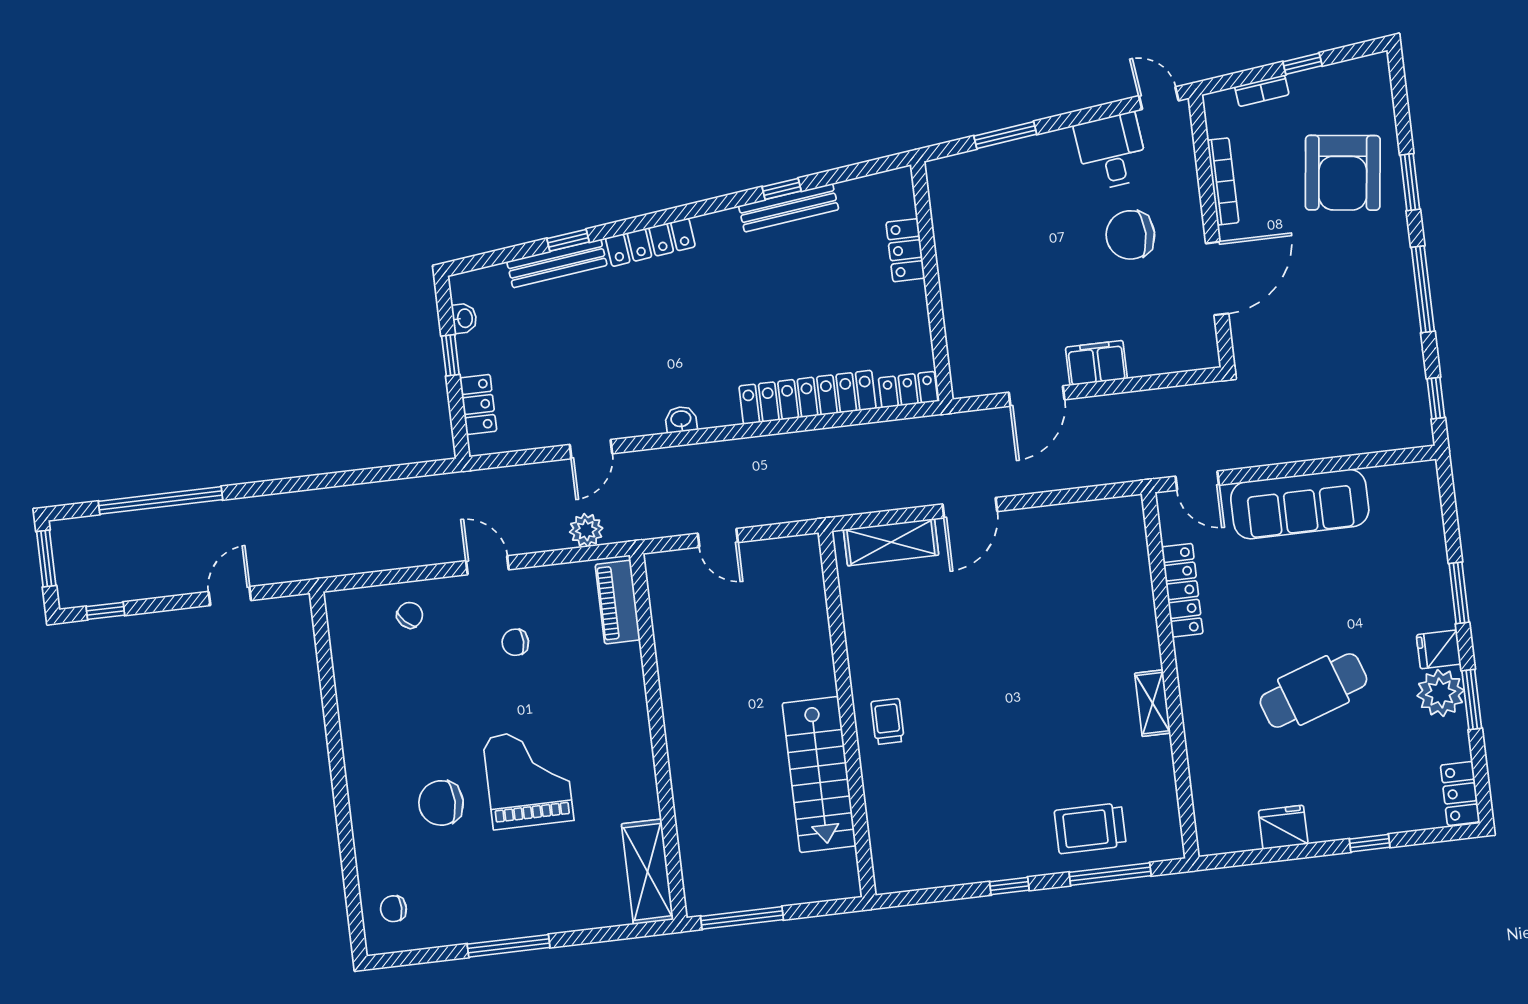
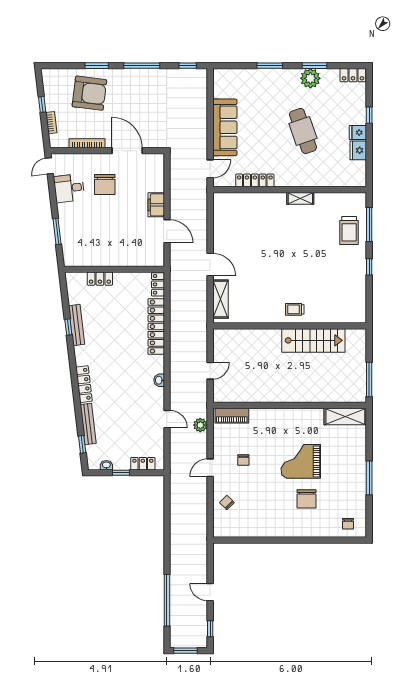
window: (568, 240) -> (82, 444), moved
door: (230, 596) -> (210, 592), moved
fridge: (1439, 649) -> (358, 133), moved, turned 90

